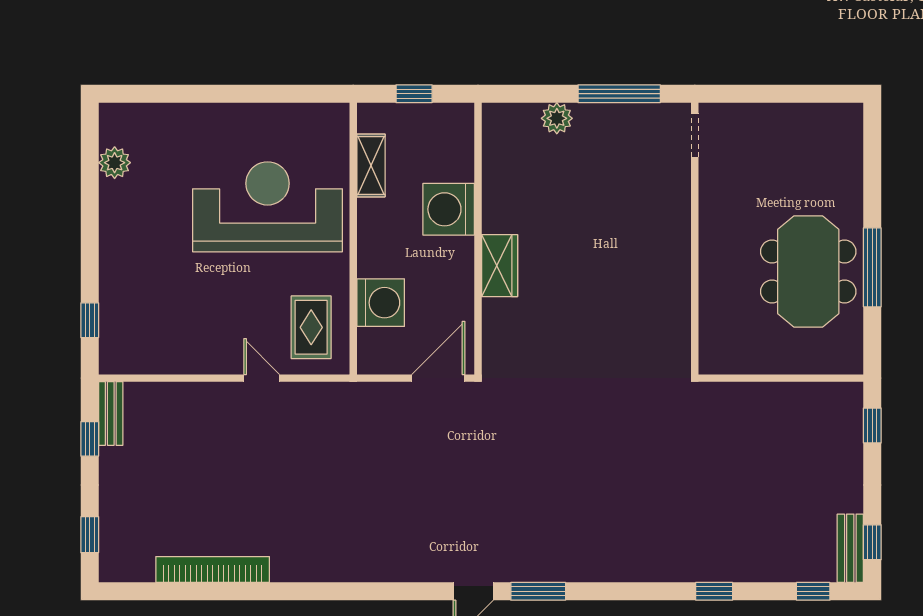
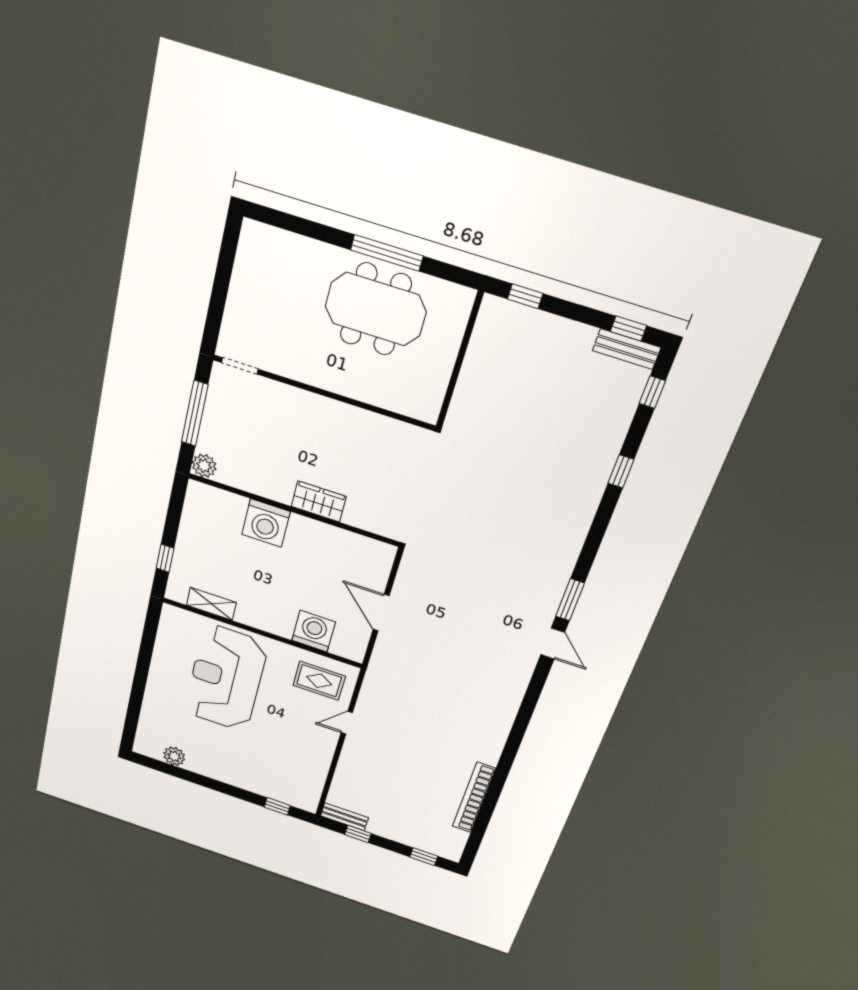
washing machine: (449, 209) -> (266, 523), moved
wall: (478, 239) -> (294, 510), moved
wardrobe: (500, 266) -> (319, 501), moved

